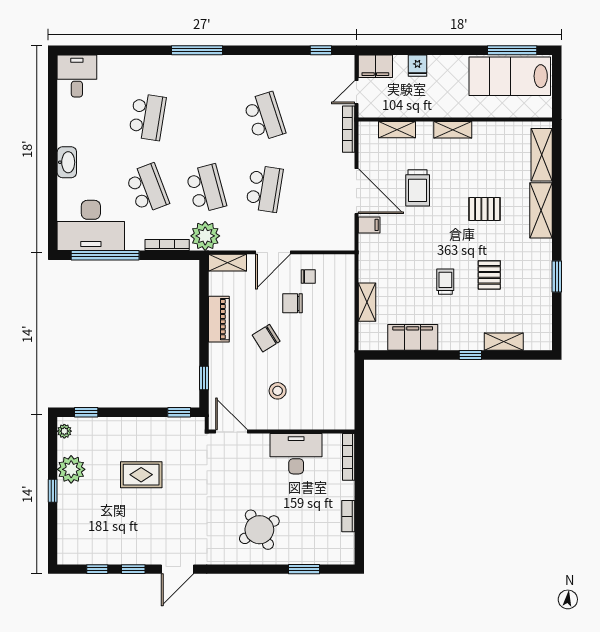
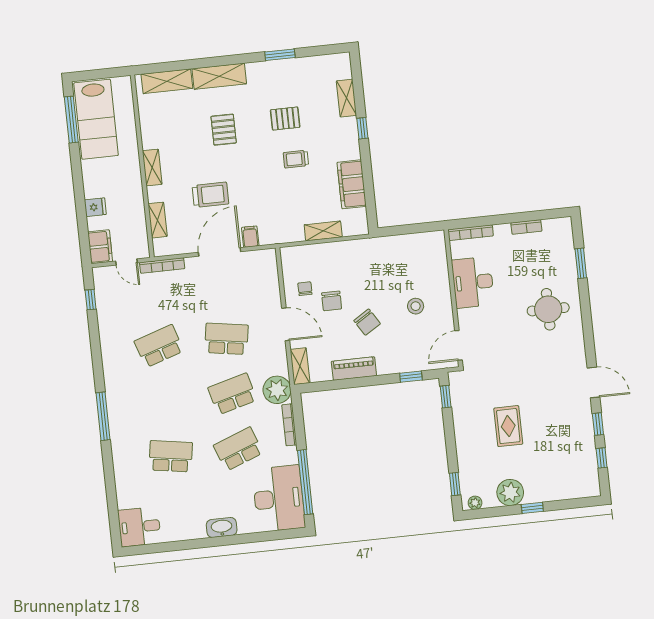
round table: (259, 530) -> (548, 309), turned 31

